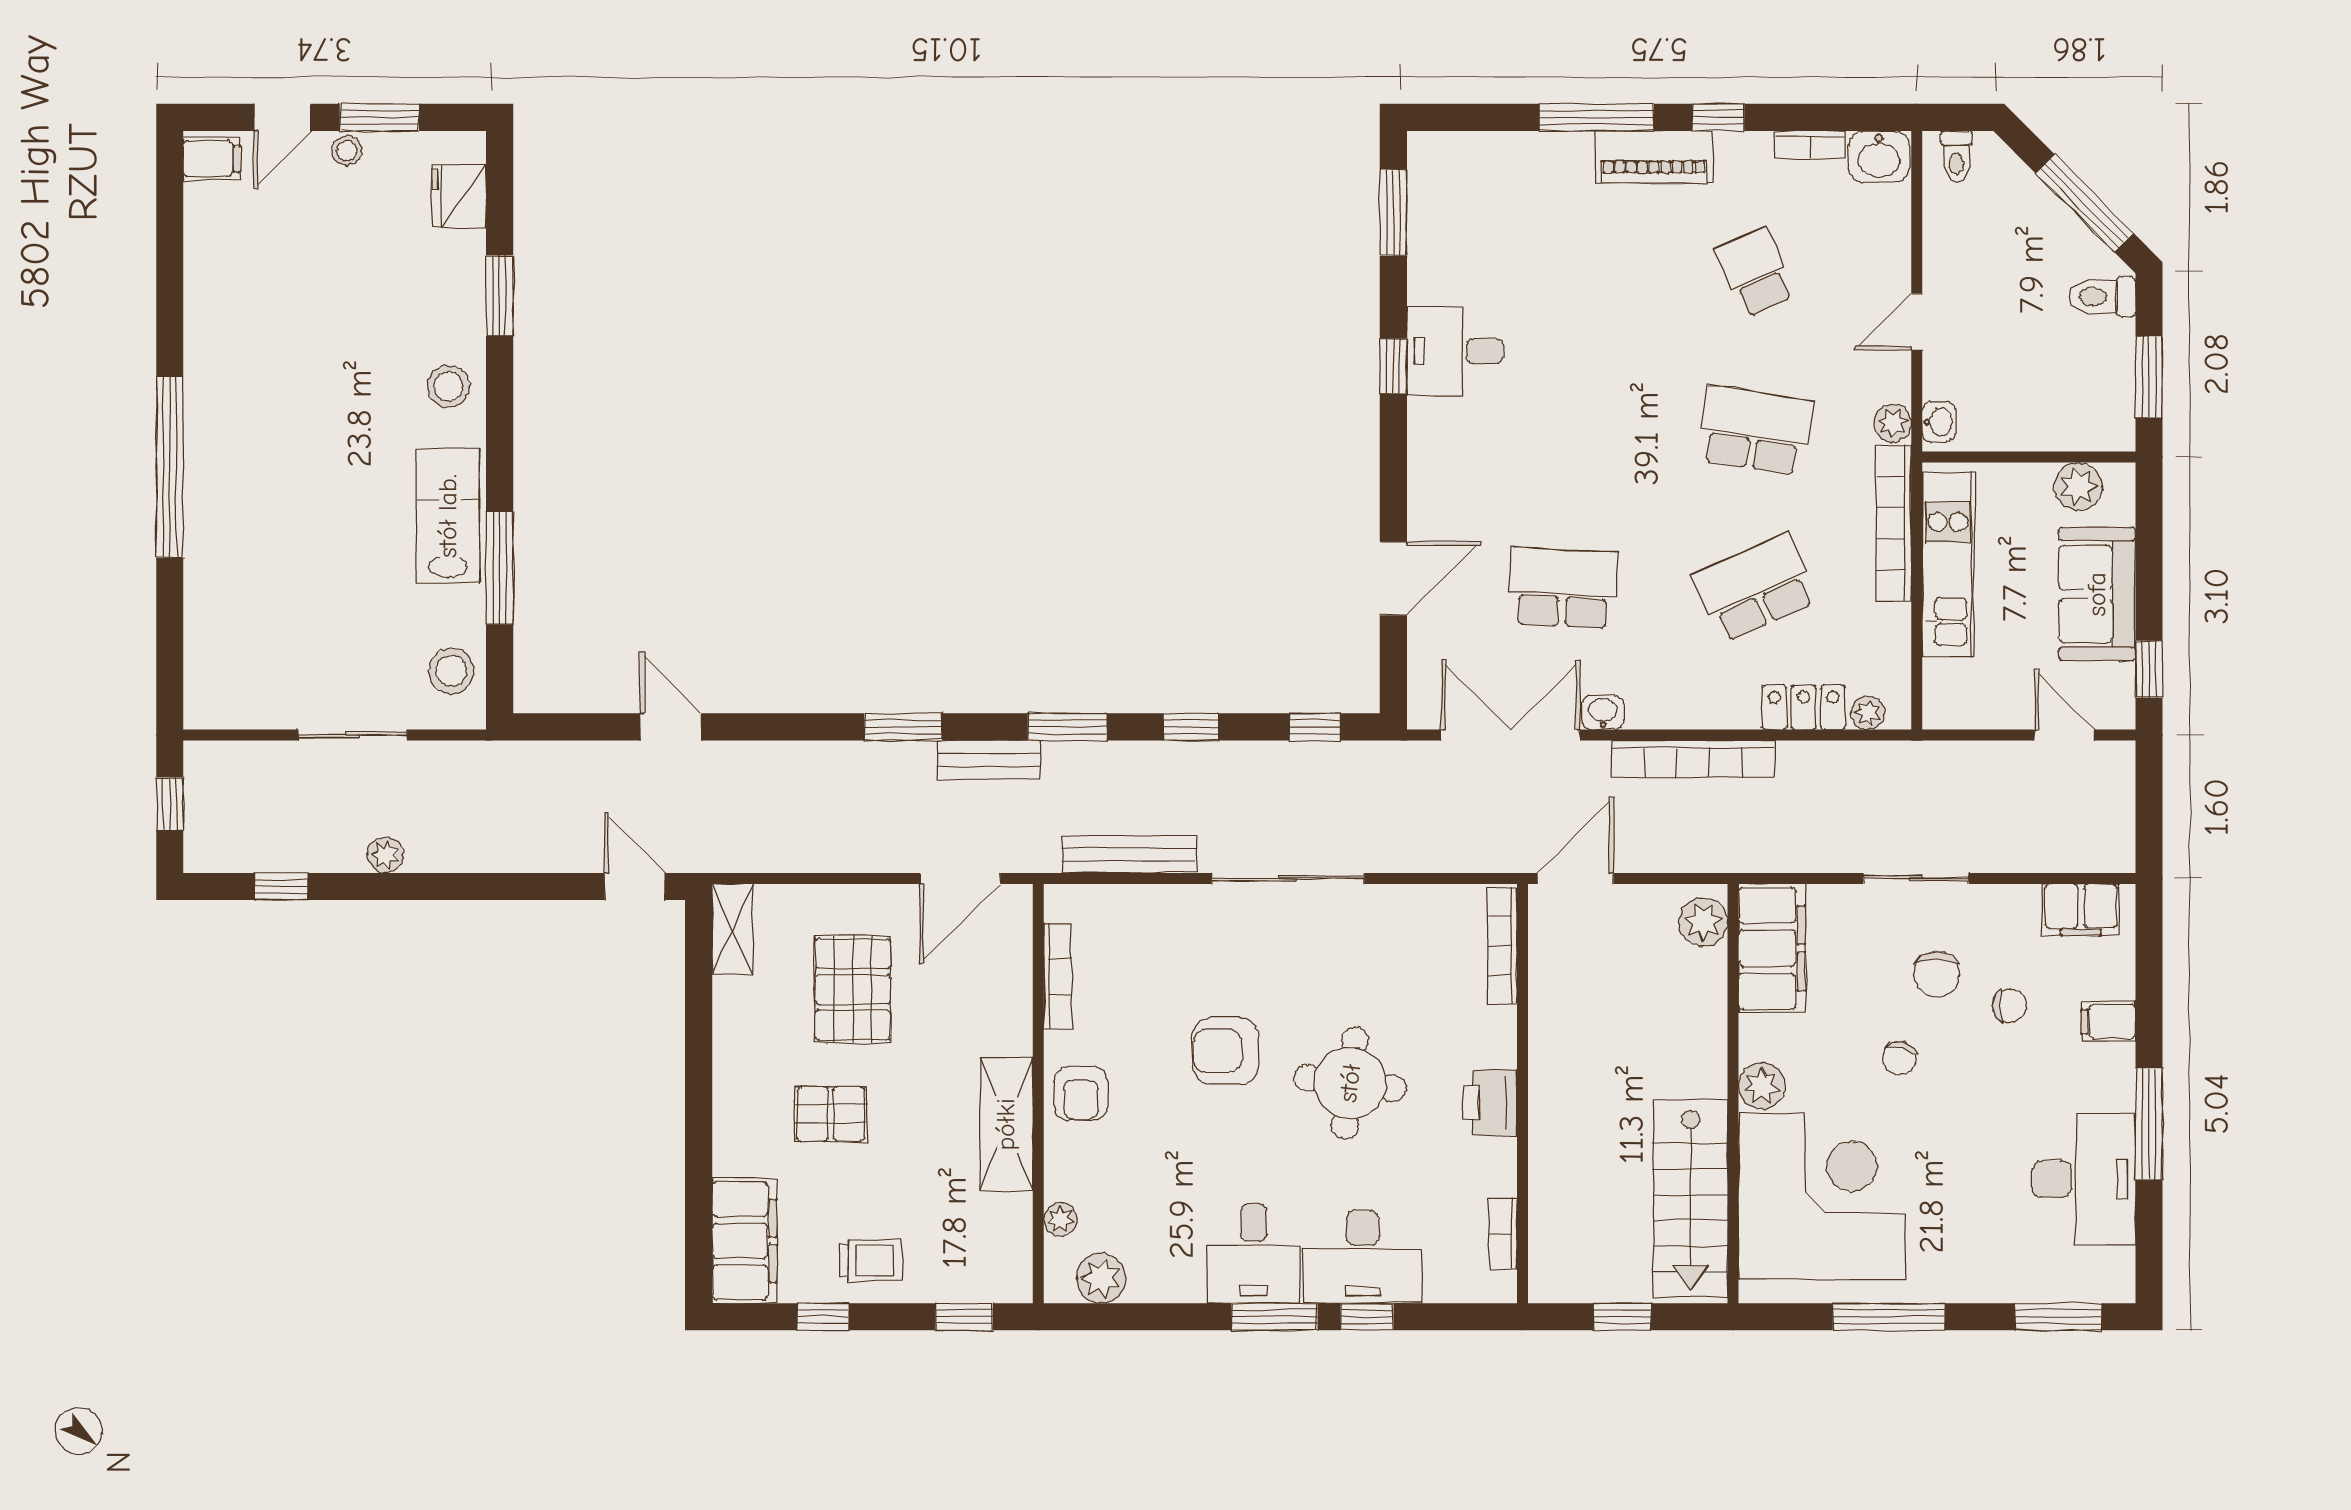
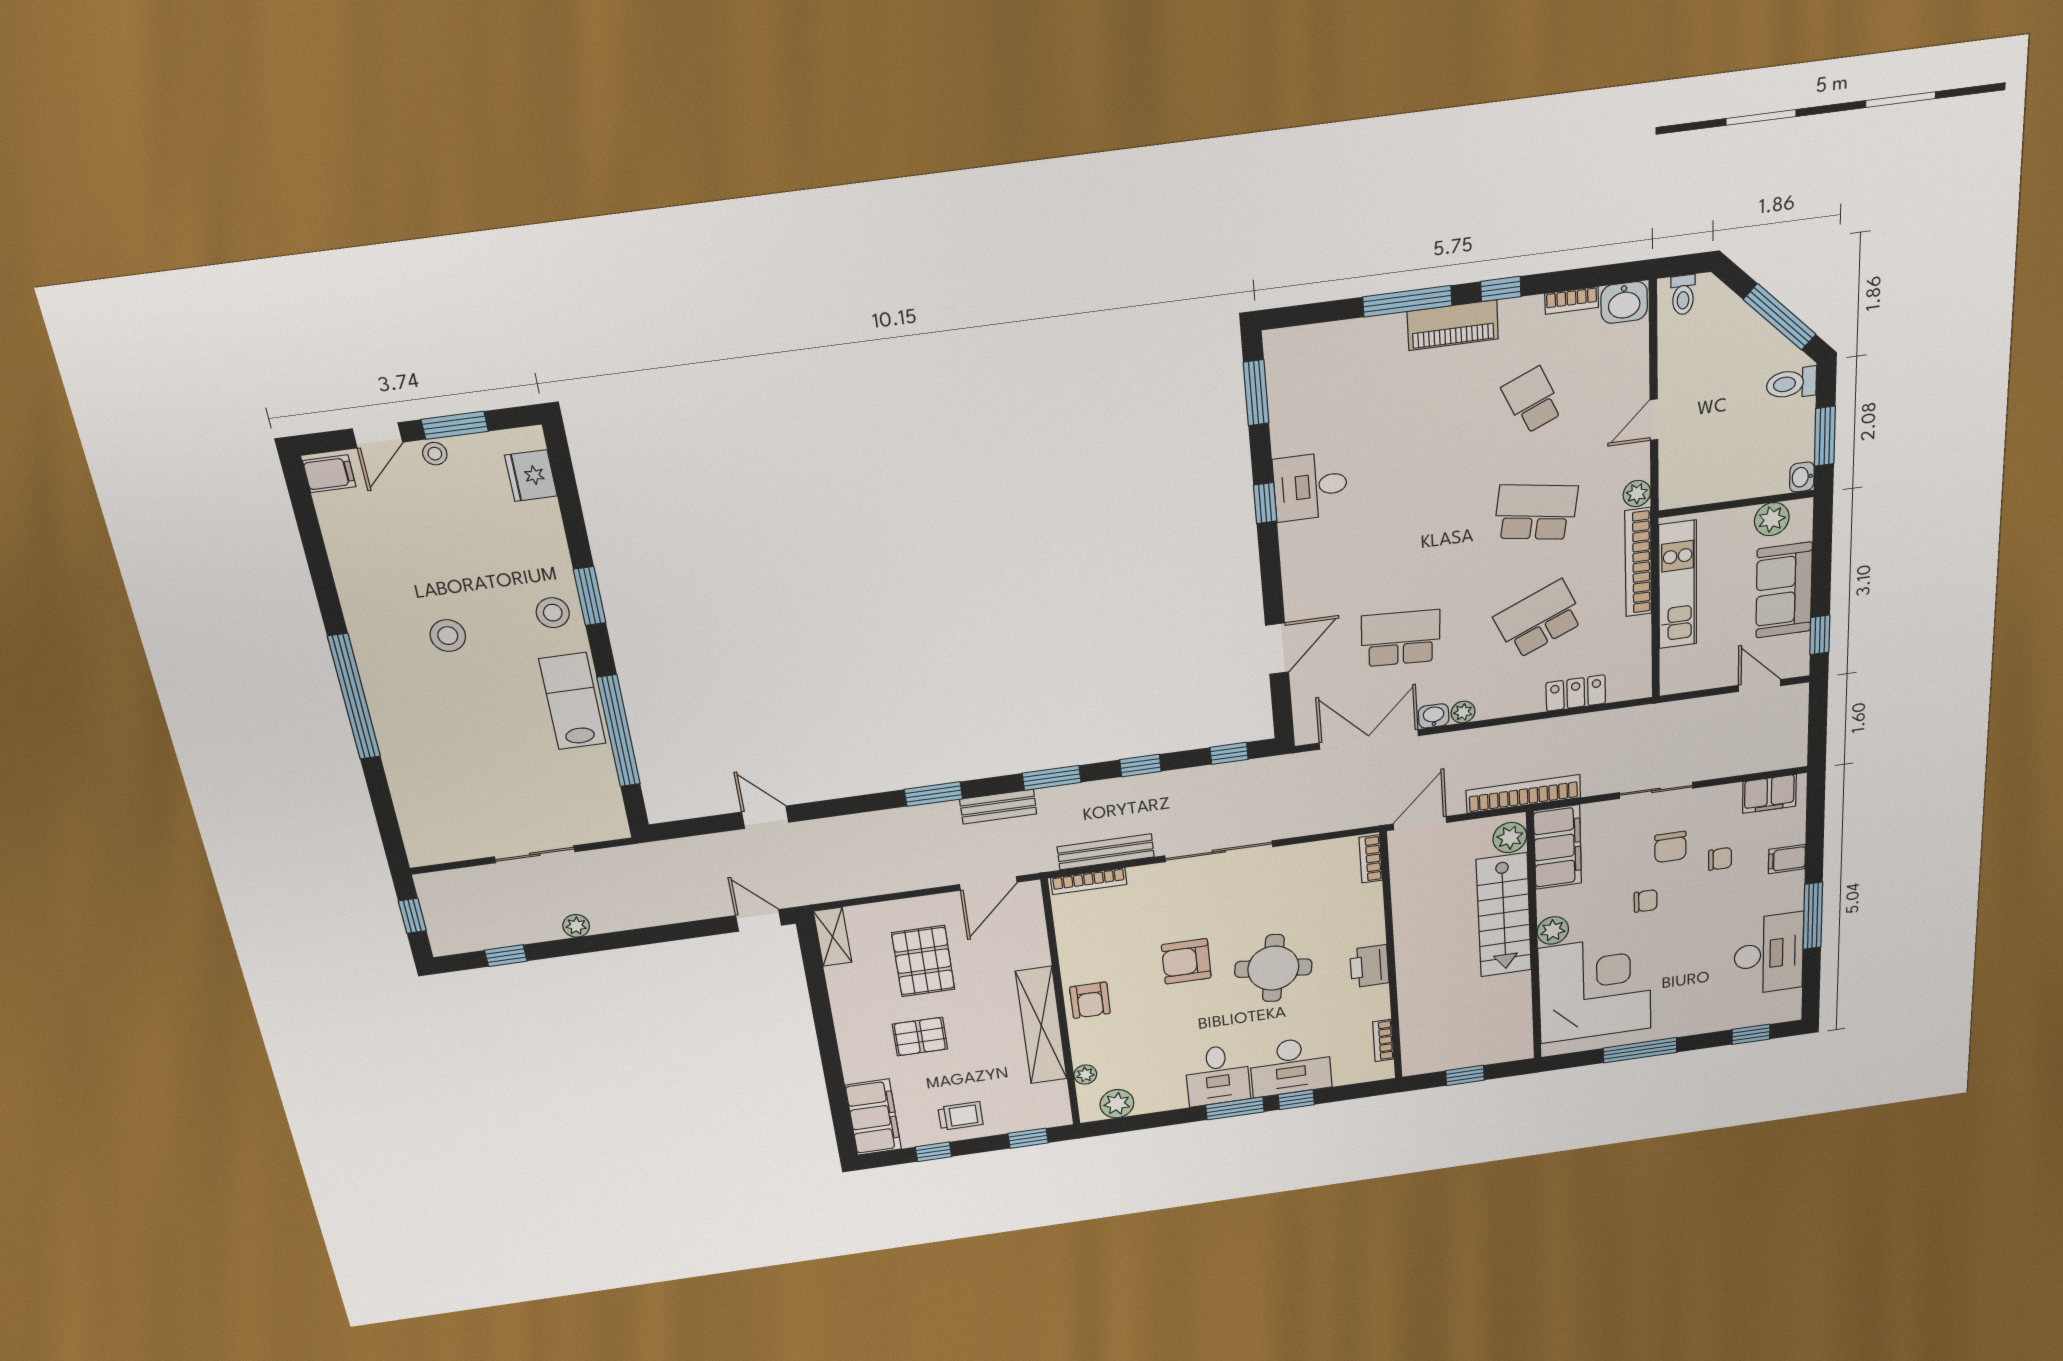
window: (500, 296) -> (590, 596), moved
washbasin: (1939, 422) -> (1802, 477), moved, turned 180
window: (500, 568) -> (619, 731), width x1.46
stool: (451, 671) -> (448, 636), moved
plant: (1868, 713) -> (1463, 712), moved
bookcase: (1693, 759) -> (1523, 794), moved, turned 180
bookcase: (1502, 946) -> (1371, 859), width x0.64
bookcase: (1057, 977) -> (1089, 881), moved, turned 90
chair: (1899, 1058) -> (1646, 901), turned -103
shelving: (1006, 1124) -> (1041, 1025), width x1.47
stairs: (1690, 1199) -> (1504, 915), moved
window: (2058, 1317) -> (1751, 1034), width x0.67

